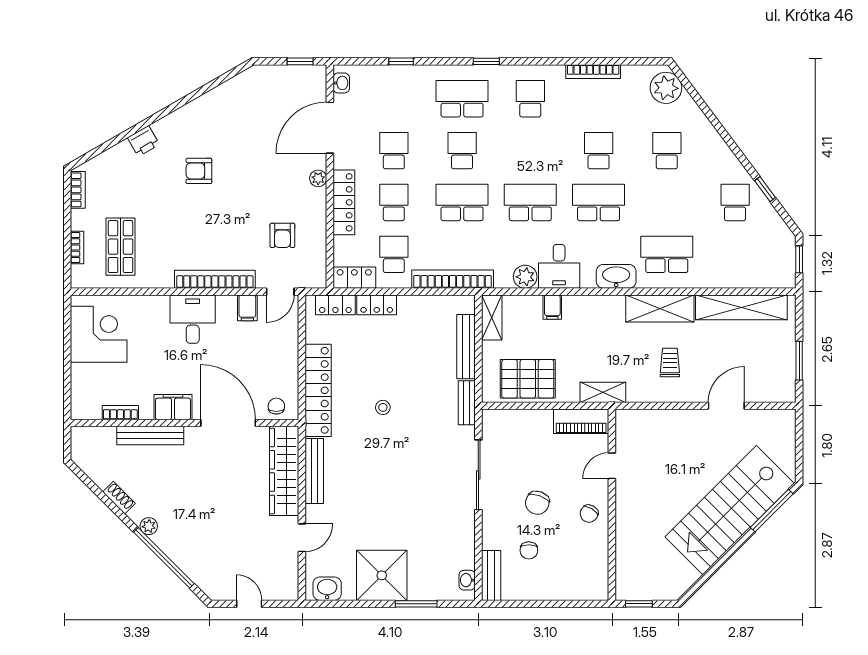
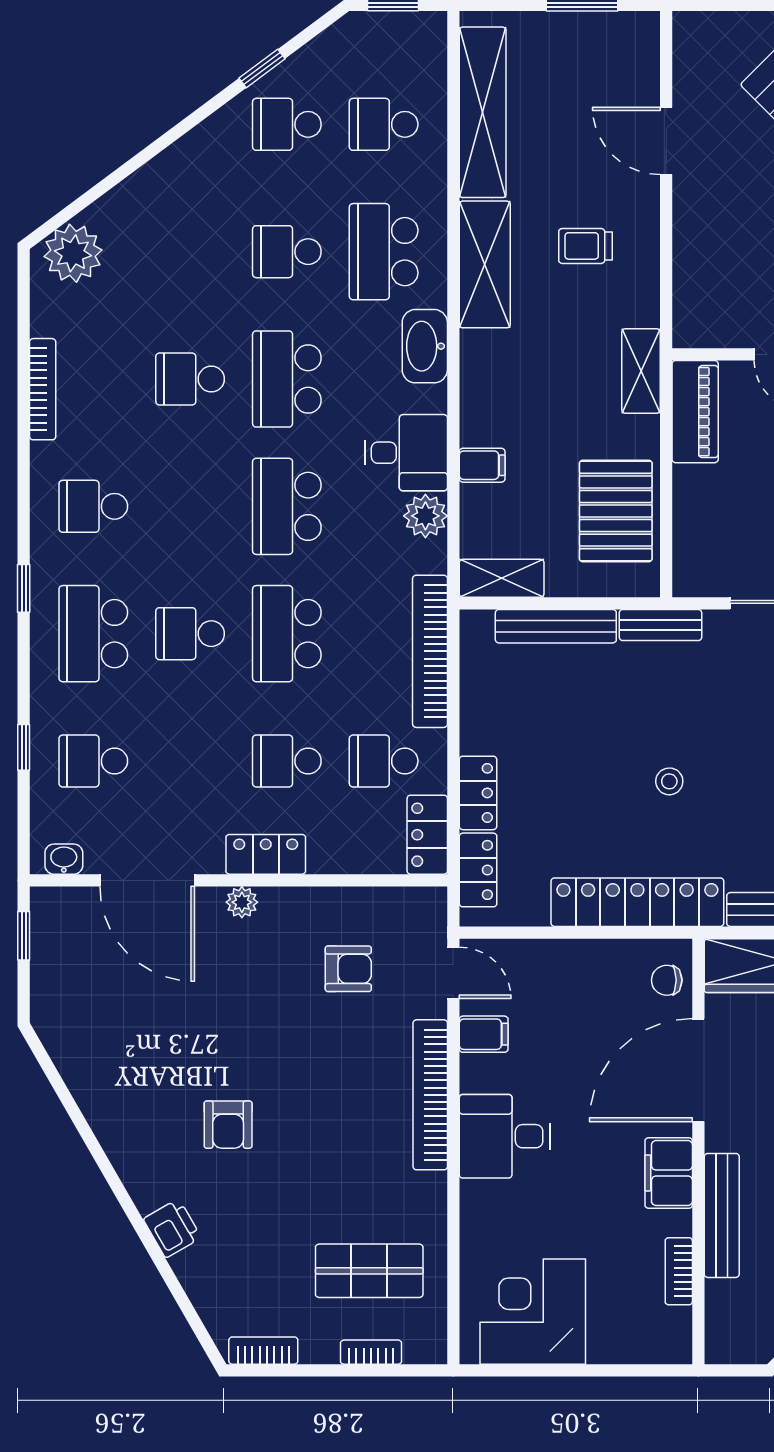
school desk: (394, 151) -> (93, 761), moved
school desk: (667, 151) -> (287, 252), moved
locker: (344, 202) -> (266, 854), width x0.66
school desk: (735, 254) -> (384, 124), added

